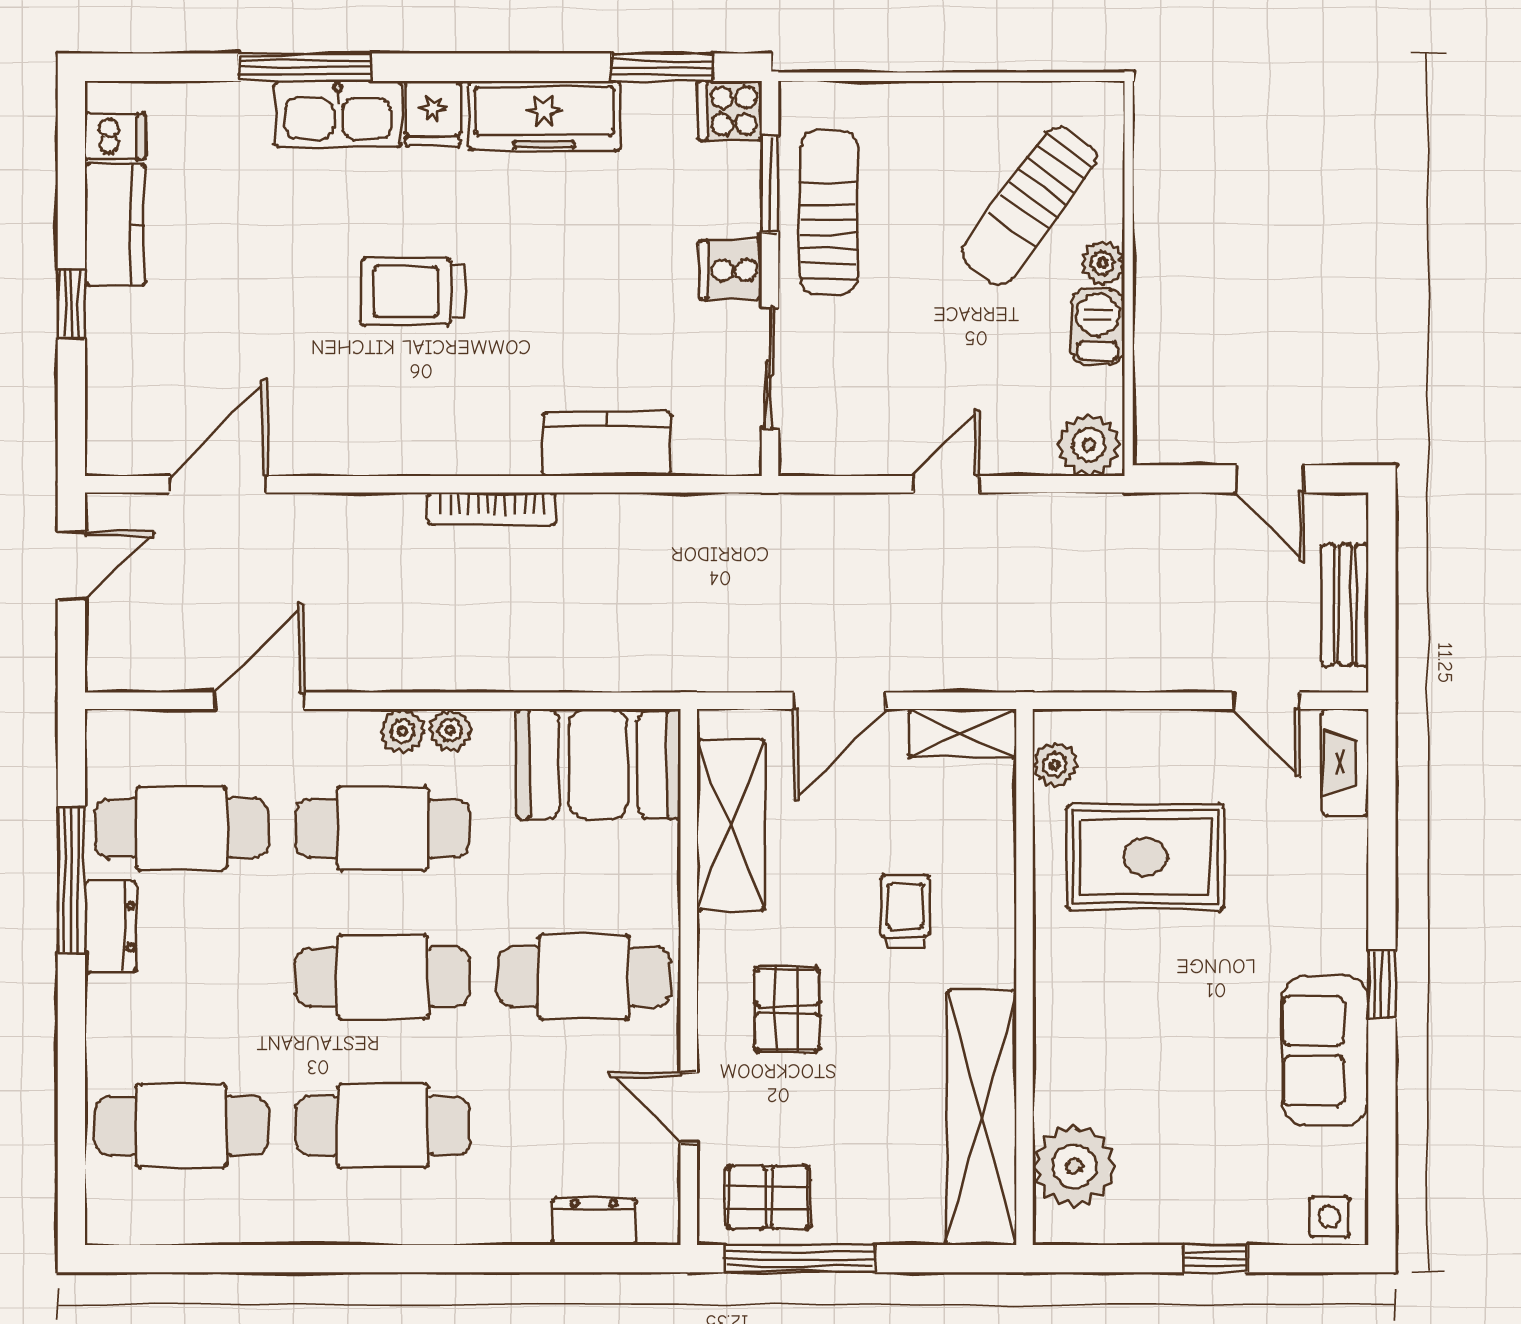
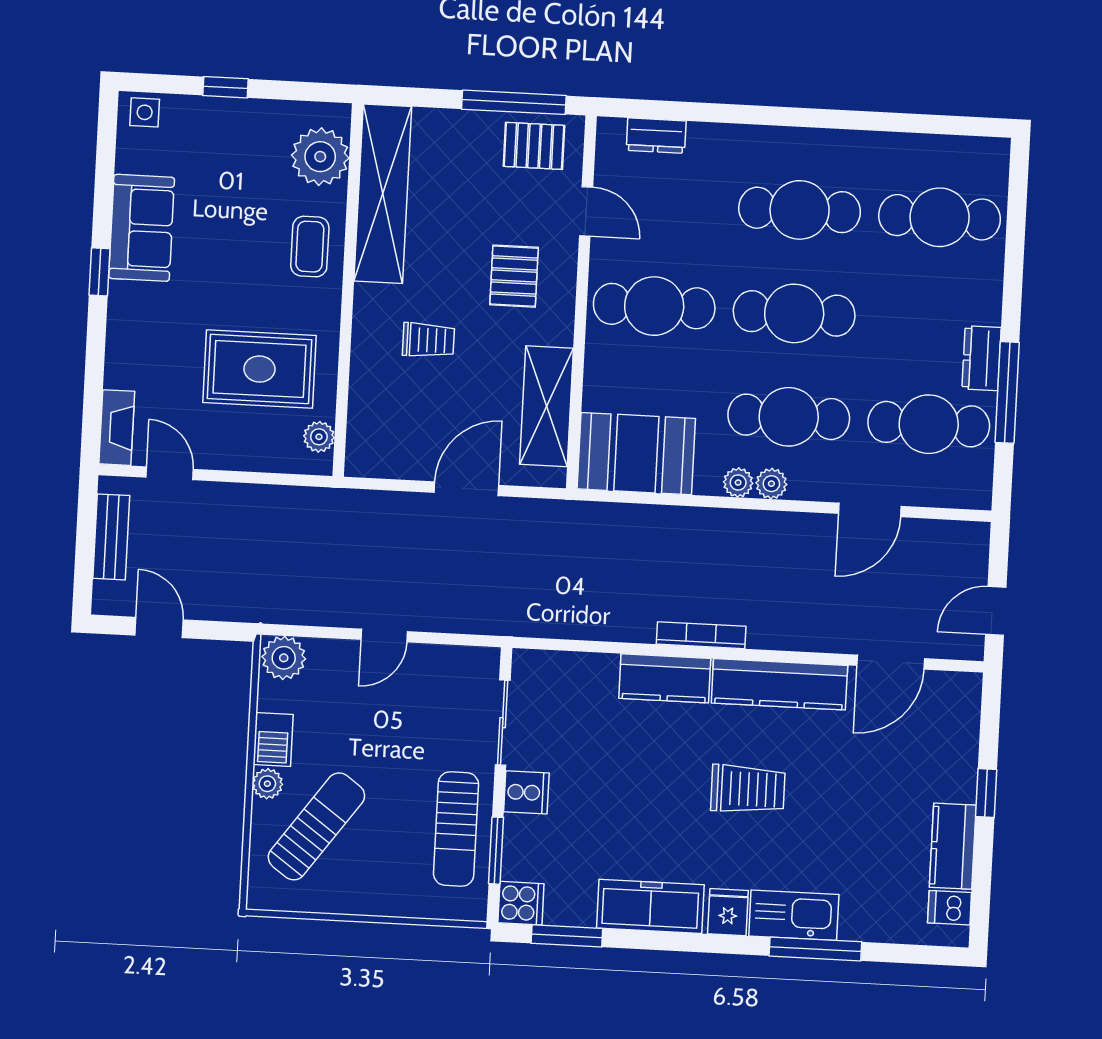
kitchen counter: (376, 444) -> (779, 684), added
kitchen counter: (607, 444) -> (665, 678), moved
shelving: (962, 733) -> (382, 462), removed
trolley: (905, 911) -> (428, 340), turned -90
coffee table: (1082, 1036) -> (310, 247), added

